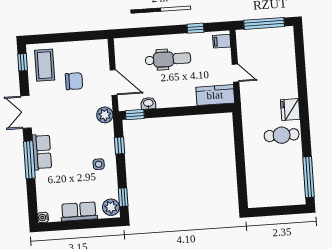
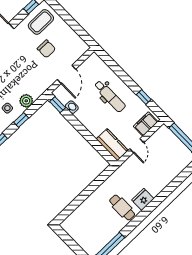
filing cabinet: (222, 41) -> (146, 124), width x2.00
plant: (105, 115) -> (26, 101), moved
window: (120, 146) -> (21, 120), moved

